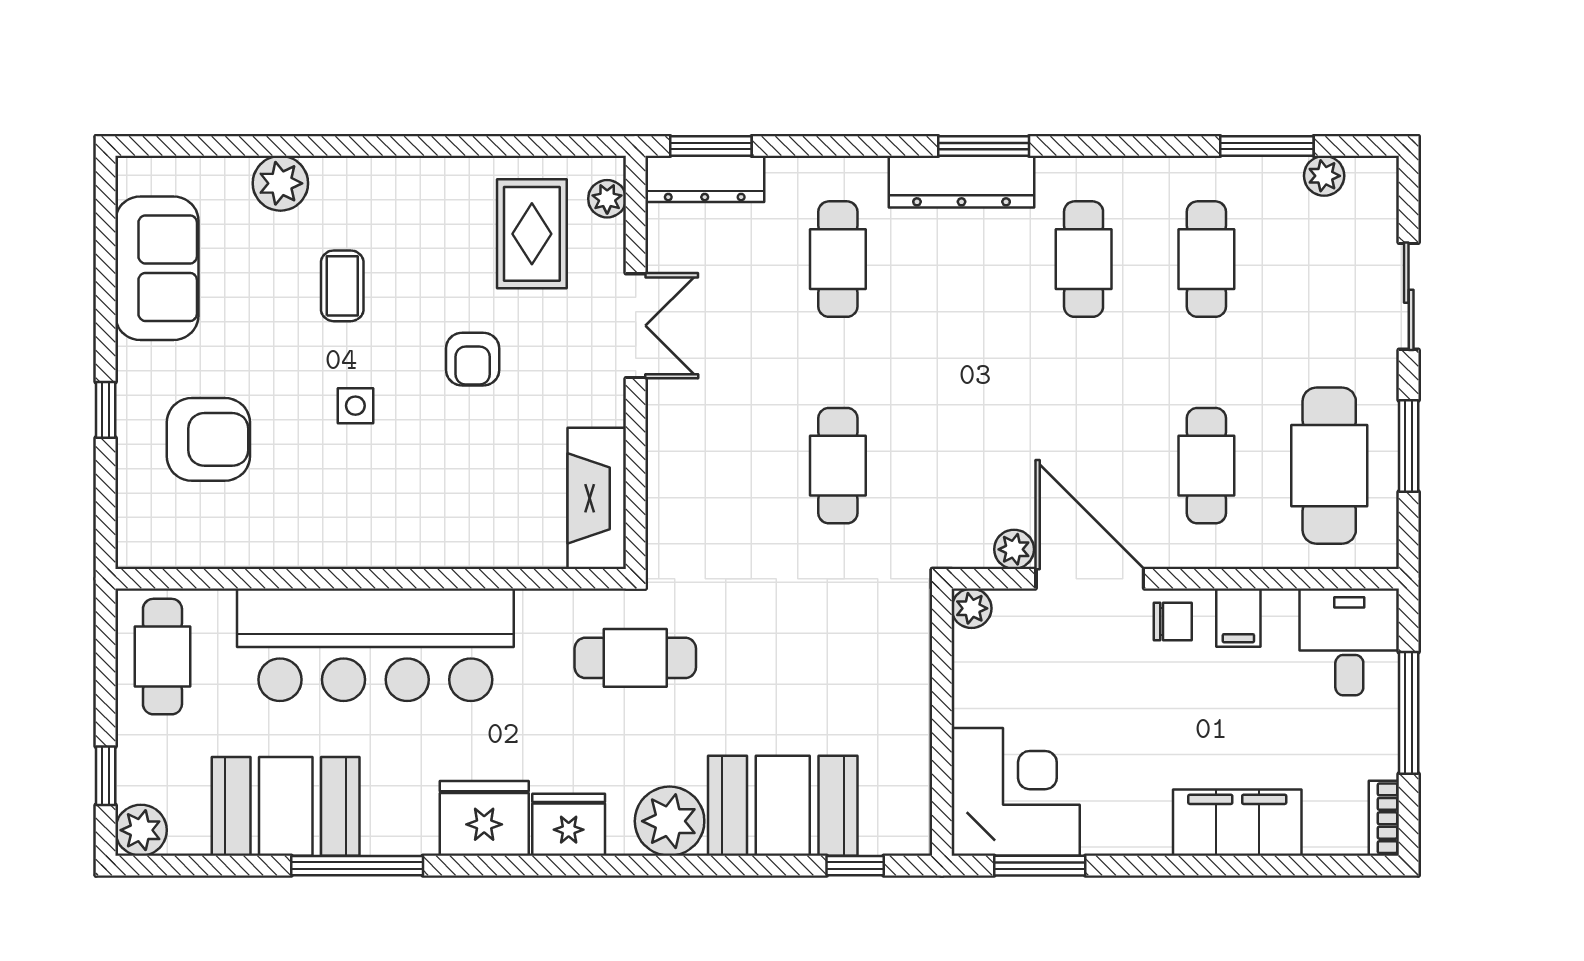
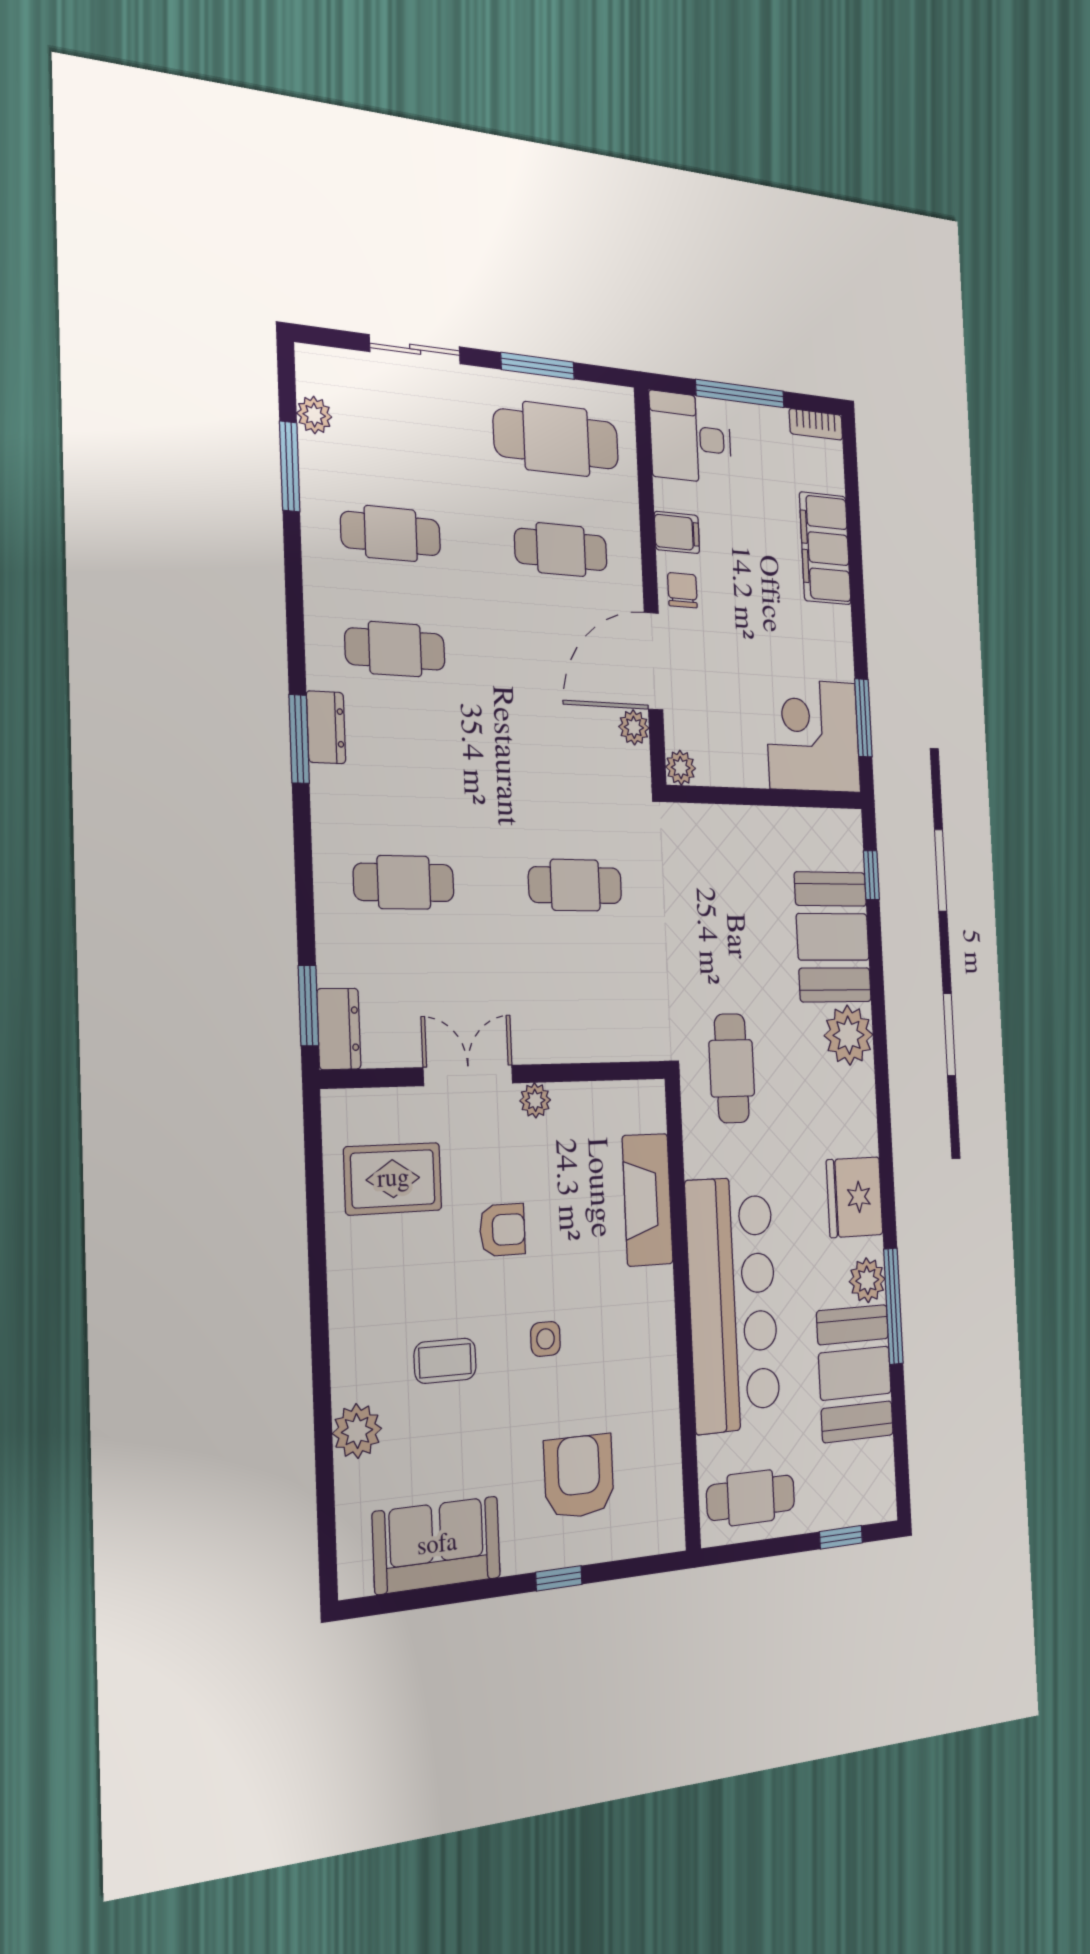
dresser: (705, 179) -> (339, 1029), width x0.70
dresser: (962, 182) -> (326, 727), width x0.51, depth x0.80
plant: (607, 199) -> (535, 1100), moved
fireplace: (597, 498) -> (648, 1200), moved, turned 90
fridge: (569, 825) -> (855, 1123), removed
plant: (141, 830) -> (867, 1280), moved

